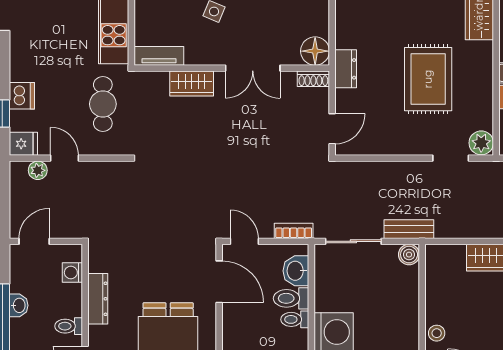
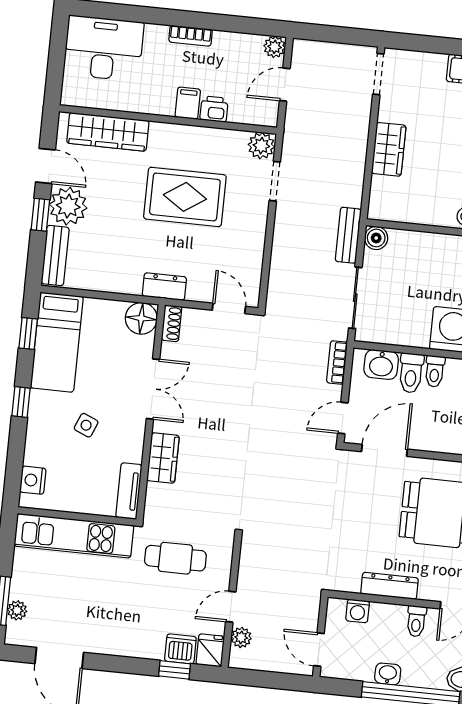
dishwasher: (22, 96) -> (180, 649), moved

